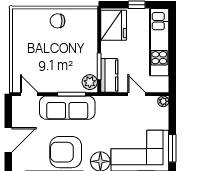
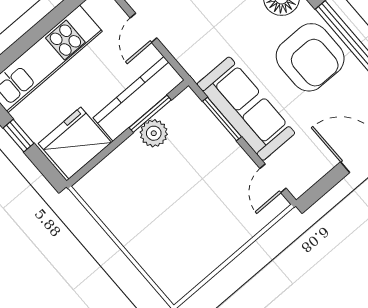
chair: (58, 21) -> (136, 227), removed
kitchen counter: (109, 75) -> (139, 99), width x1.50
plant: (90, 82) -> (154, 133), moved

